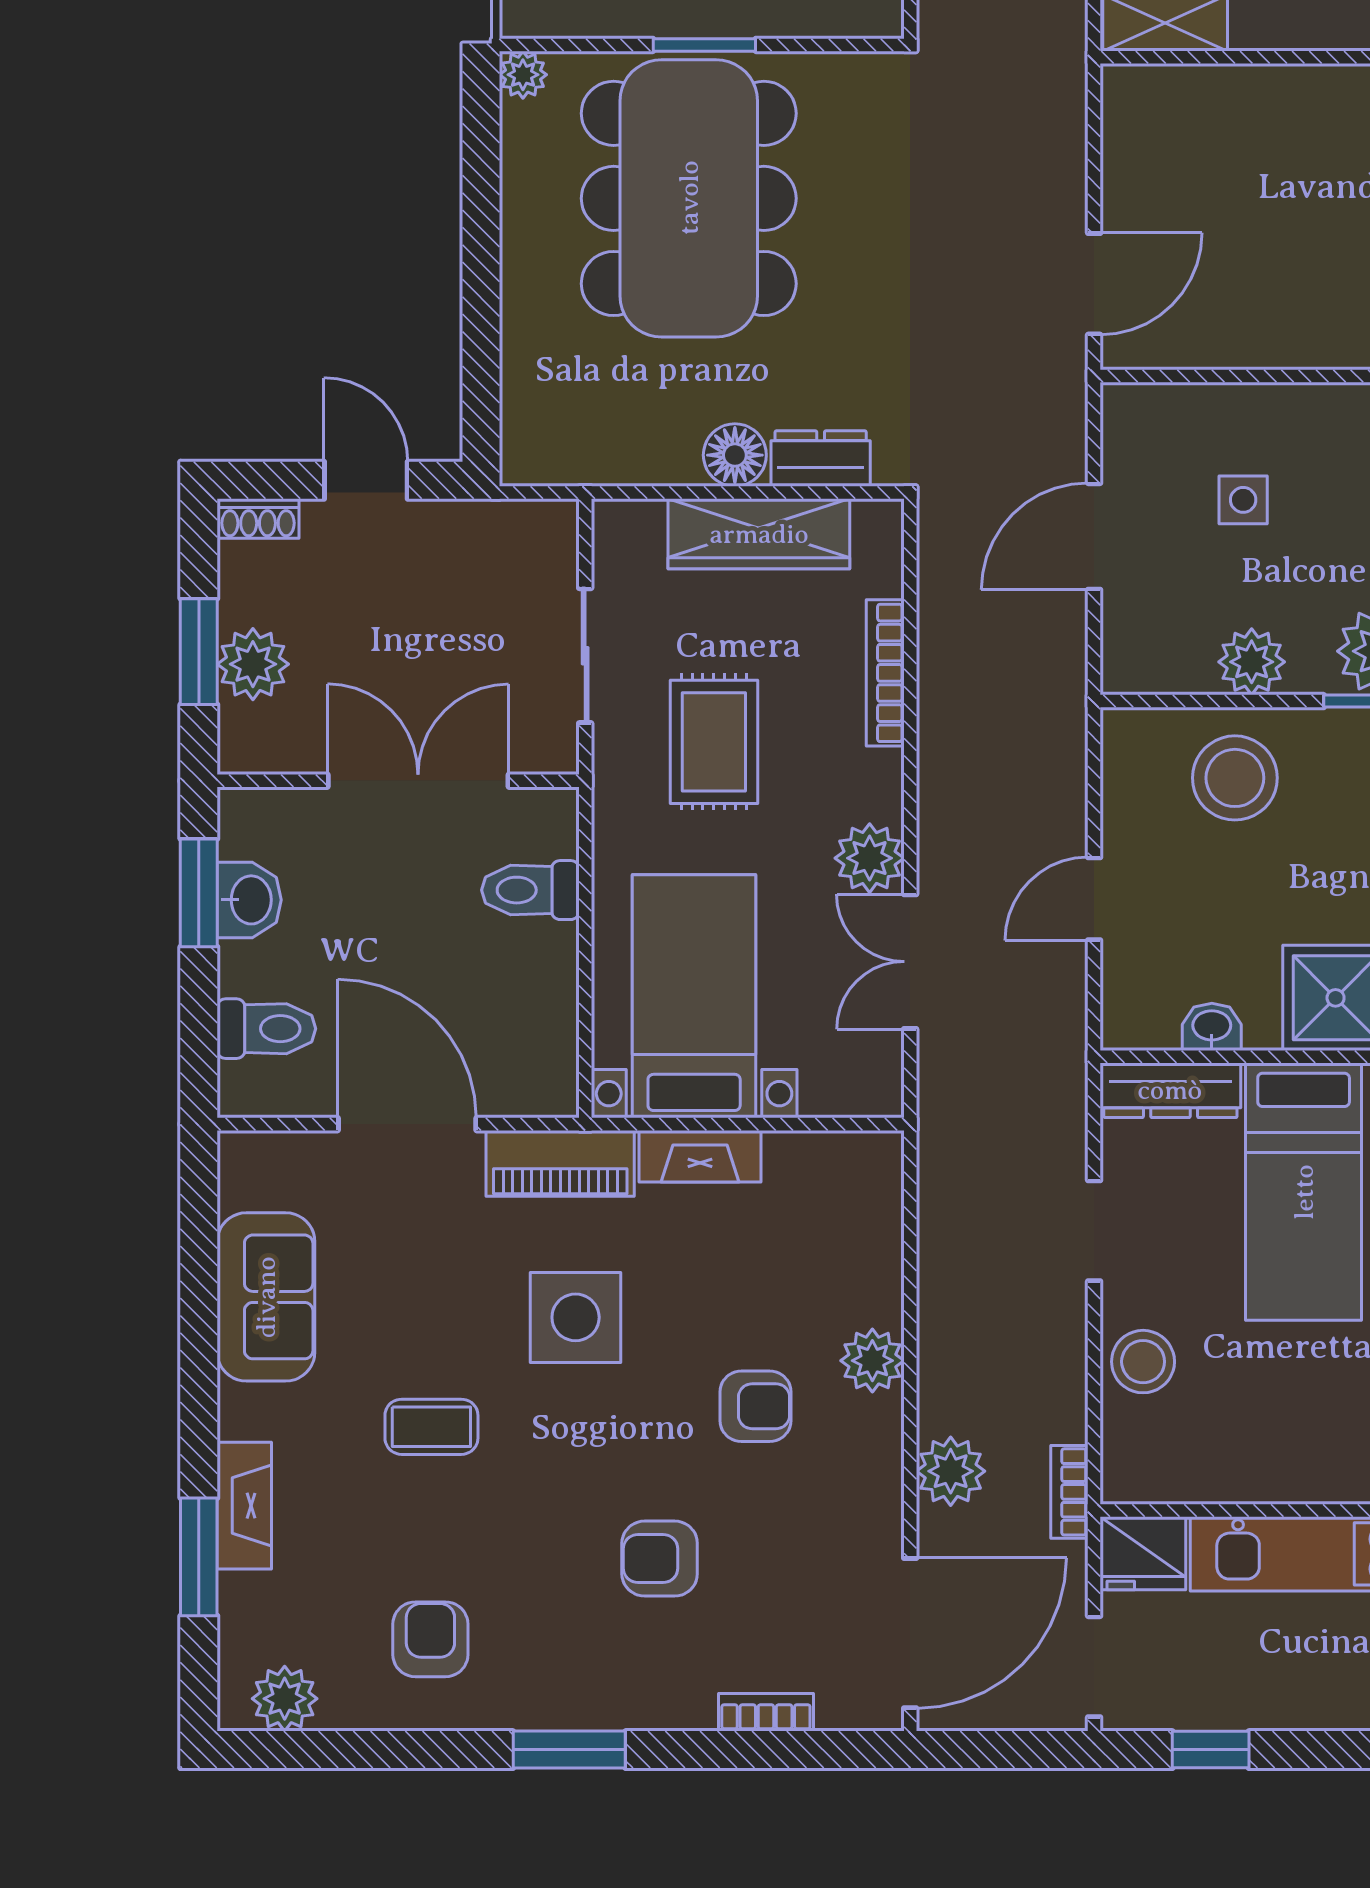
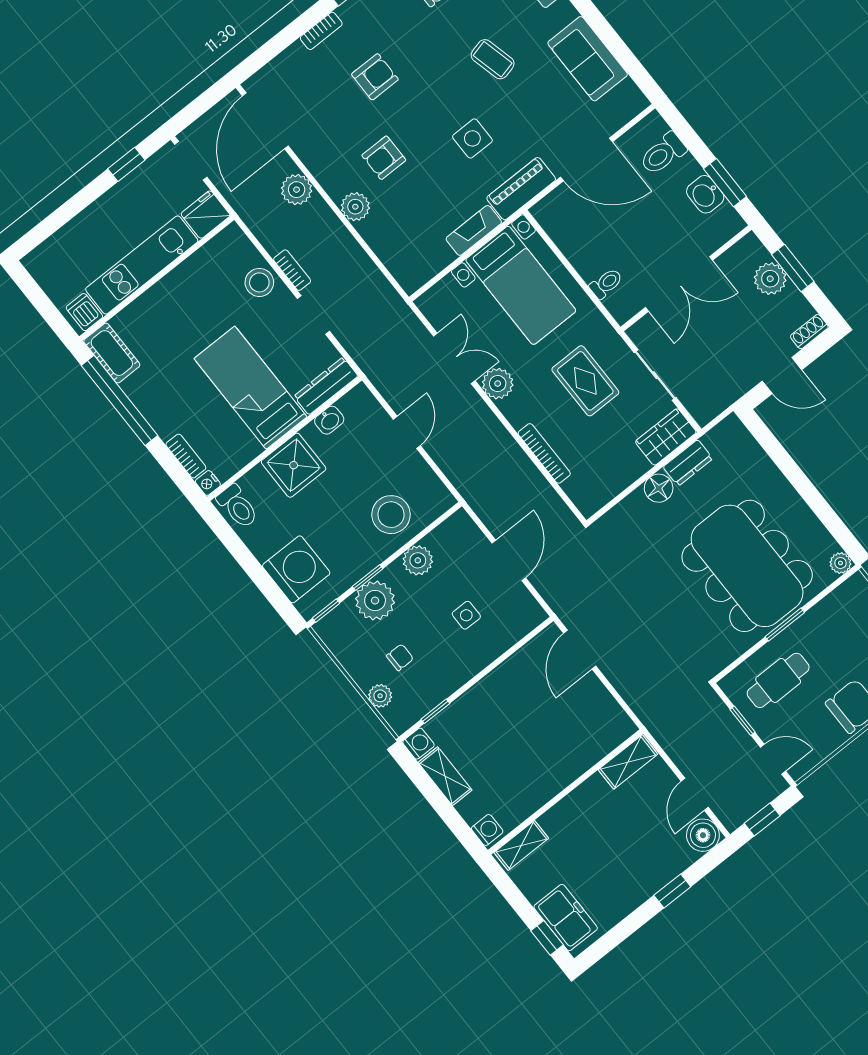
dresser: (821, 459) -> (688, 463), moved
wardrobe: (759, 534) -> (666, 437), moved, width x0.67
toilet: (530, 890) -> (606, 283), width x0.73, depth x0.72
side table: (576, 1317) -> (472, 138), width x0.73, depth x0.73
coffee table: (431, 1427) -> (493, 59), turned 76
bookcase: (1069, 1492) -> (292, 270), moved
bookcase: (766, 1712) -> (321, 31), moved

